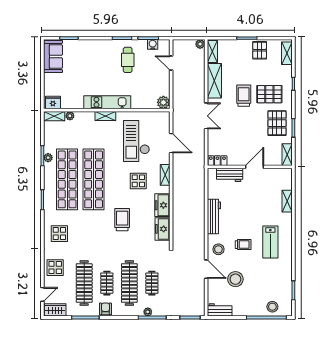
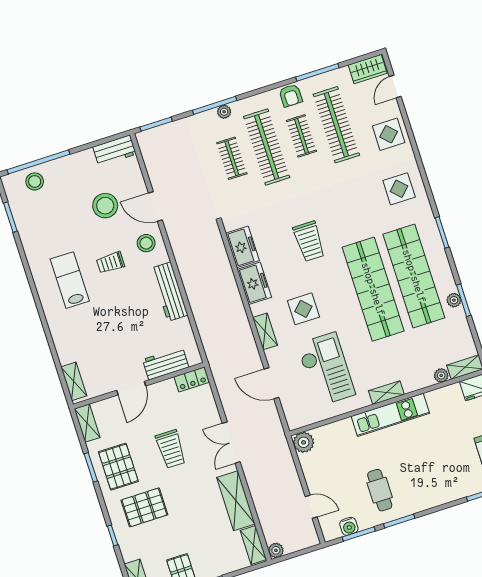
trolley: (244, 96) -> (171, 449), moved
shelving: (287, 201) -> (74, 381), moved

